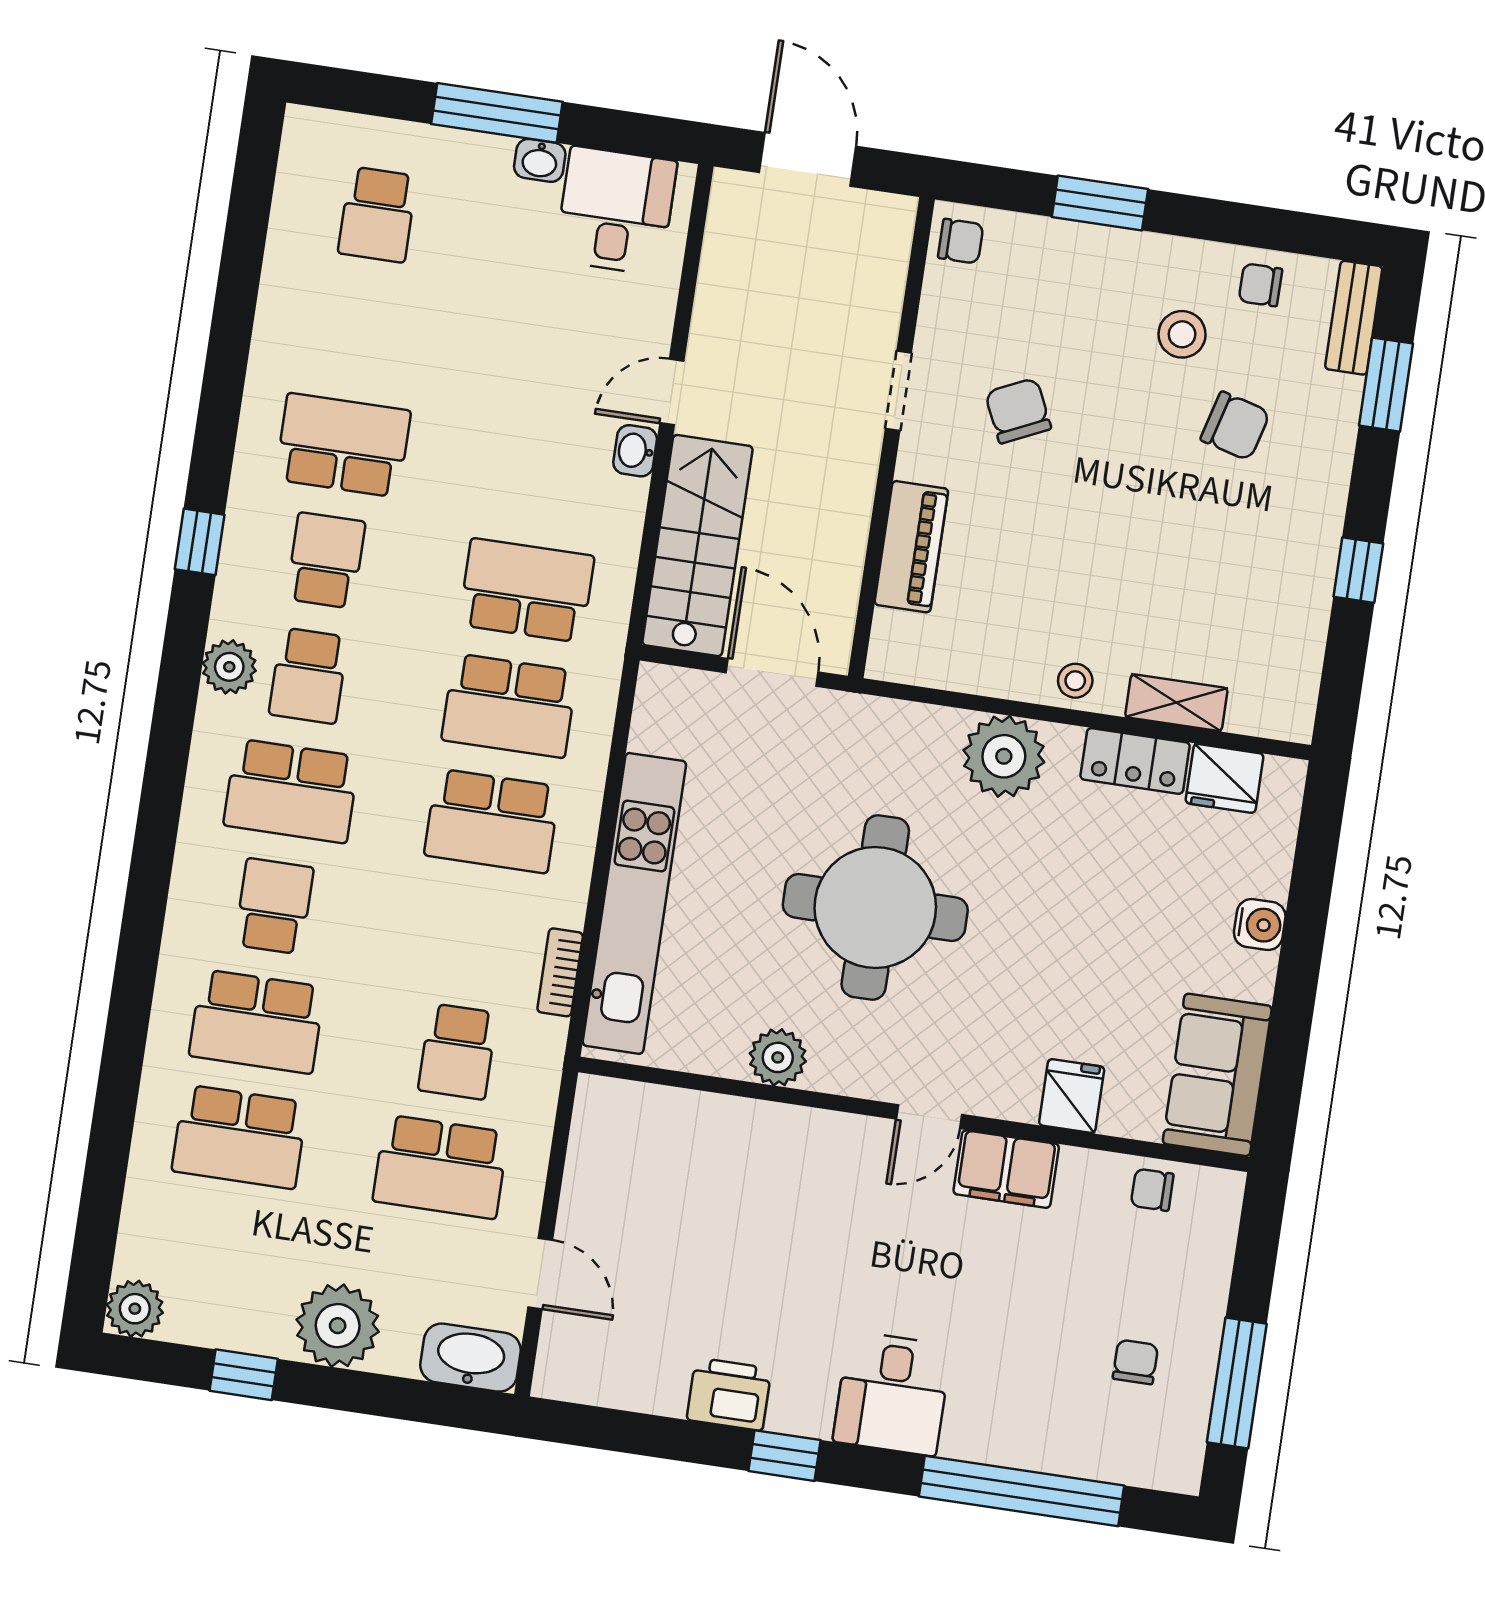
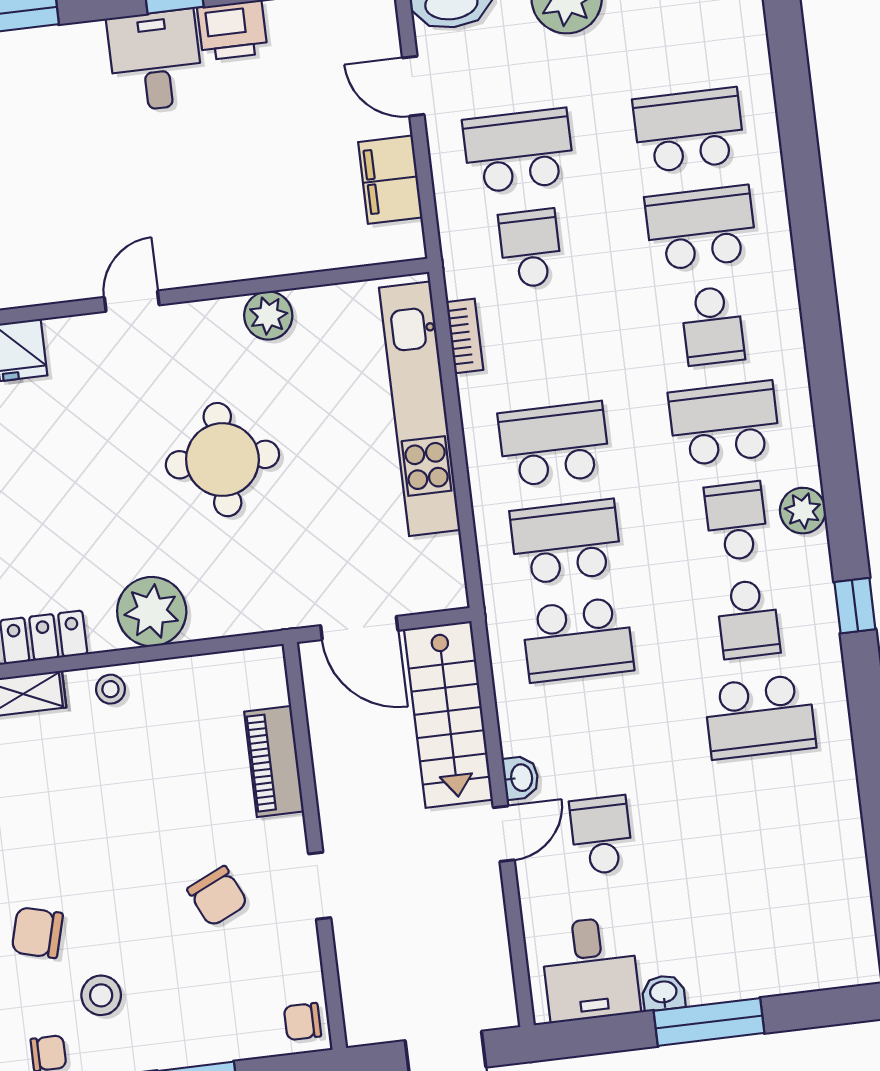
school desk: (377, 215) -> (601, 835), moved
round table: (875, 907) -> (222, 460), width x0.73, depth x0.73
filing cabinet: (1006, 1169) -> (390, 180), moved, turned -90
desk: (892, 1394) -> (155, 61), moved

